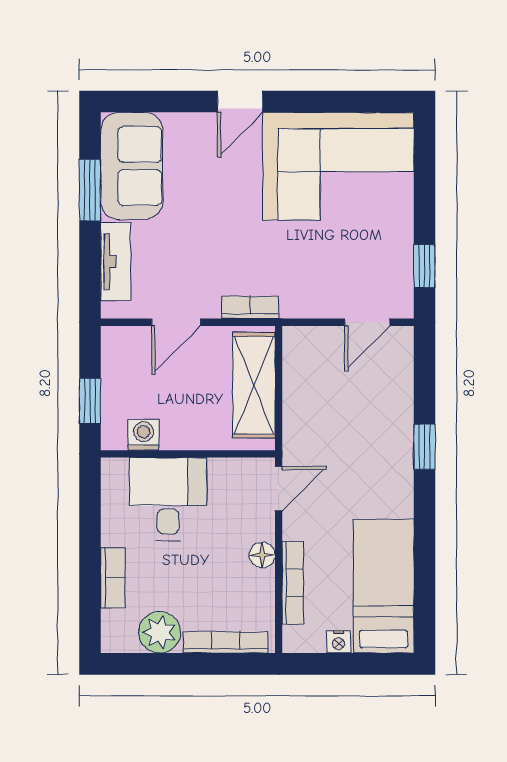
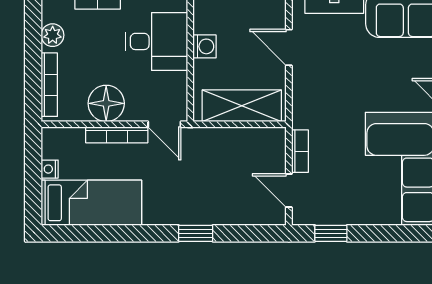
bookcase: (250, 307) -> (300, 151), moved
washing machine: (144, 435) -> (204, 46), moved
floor lamp: (262, 555) -> (106, 103), width x1.89, depth x1.89
bookcase: (293, 583) -> (117, 135), moved
plant: (160, 632) -> (53, 35), width x0.73, depth x0.73

